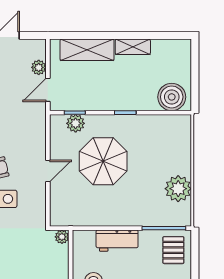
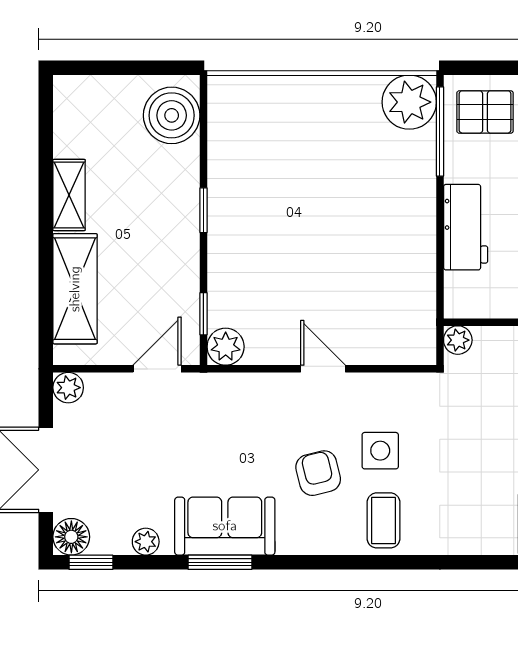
plant: (39, 67) -> (68, 388), moved
door: (48, 90) -> (157, 369), swing flipped
plant: (76, 123) -> (226, 347), moved
parasol: (103, 161) -> (303, 256), removed
plant: (178, 189) -> (409, 102), moved

